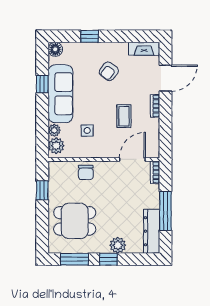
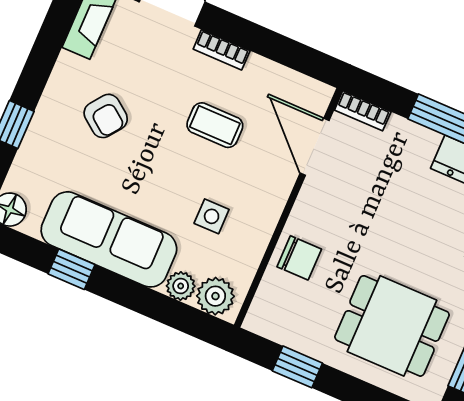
dining table: (75, 221) -> (392, 326), turned 90

